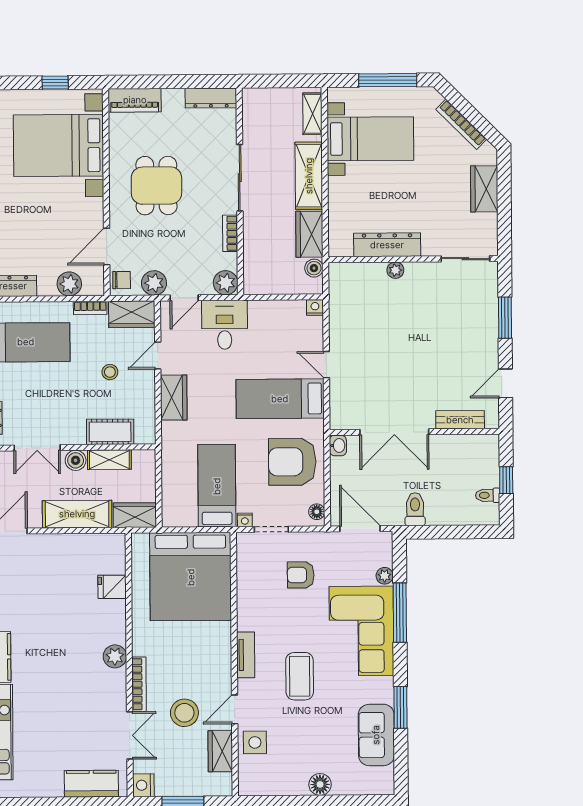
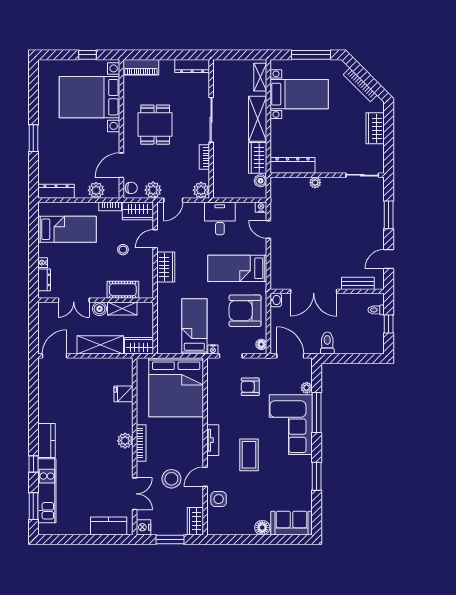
dresser: (387, 245) -> (293, 165), moved
desk: (225, 325) -> (220, 218), moved
door: (326, 365) -> (268, 229), moved
toilet: (488, 495) -> (376, 310), moved
bookcase: (139, 684) -> (141, 443), moved
sofa: (376, 735) -> (291, 523), moved, turned 90
wardrobe: (220, 751) -> (195, 521), moved

